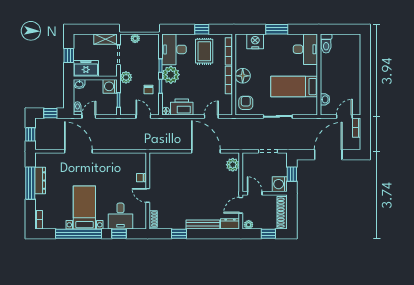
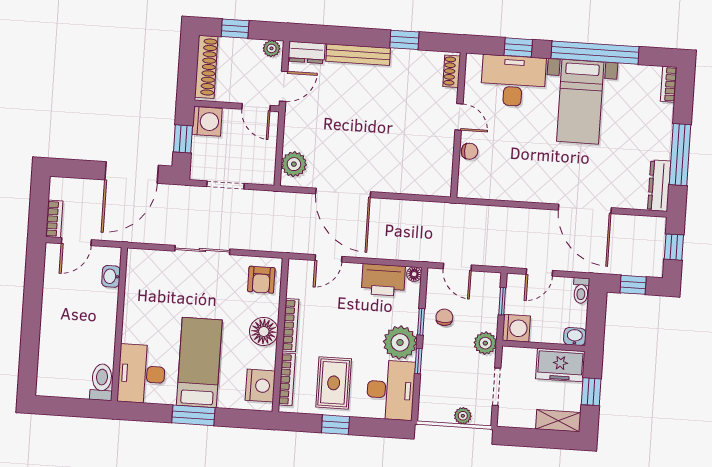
shelving: (106, 39) -> (558, 421), moved
nightstand: (255, 41) -> (260, 386), moved, turned -90
bed: (294, 87) -> (199, 363), moved, turned -90
door: (89, 116) -> (539, 272), moved
door: (328, 155) -> (132, 173), moved
dresser: (40, 181) -> (659, 186), moved
desk: (120, 216) -> (513, 81), width x1.37

